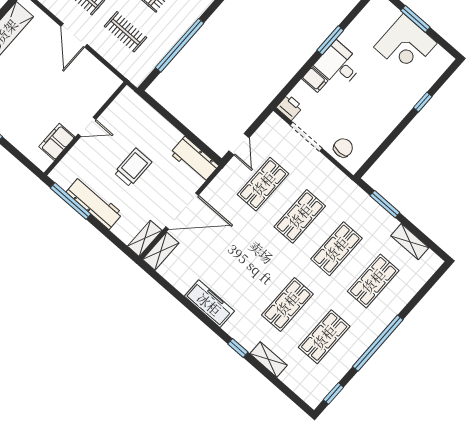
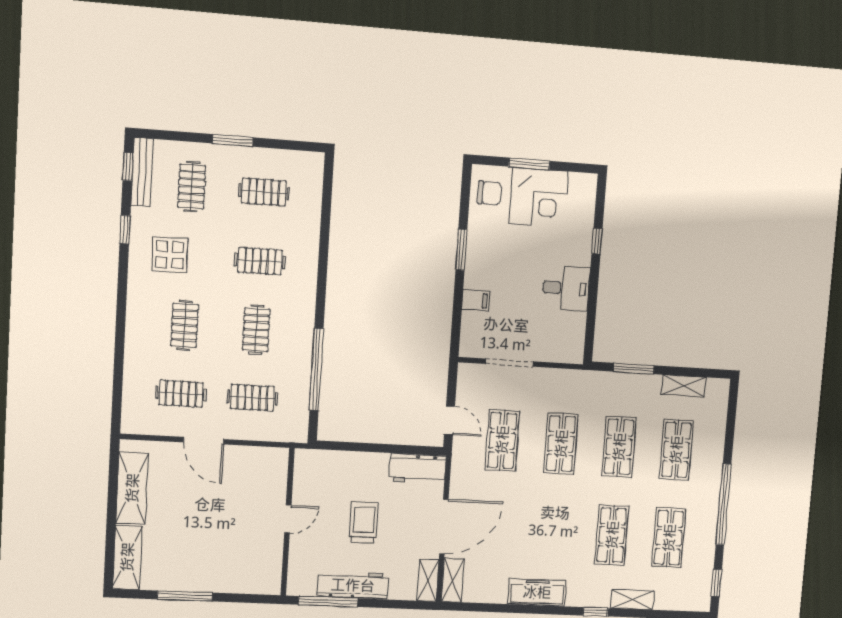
desk: (339, 65) -> (566, 288), moved, turned 180
printer: (290, 107) -> (471, 346), removed
filing cabinet: (57, 142) -> (270, 556), removed
chair: (343, 148) -> (489, 193), moved, turned 90

